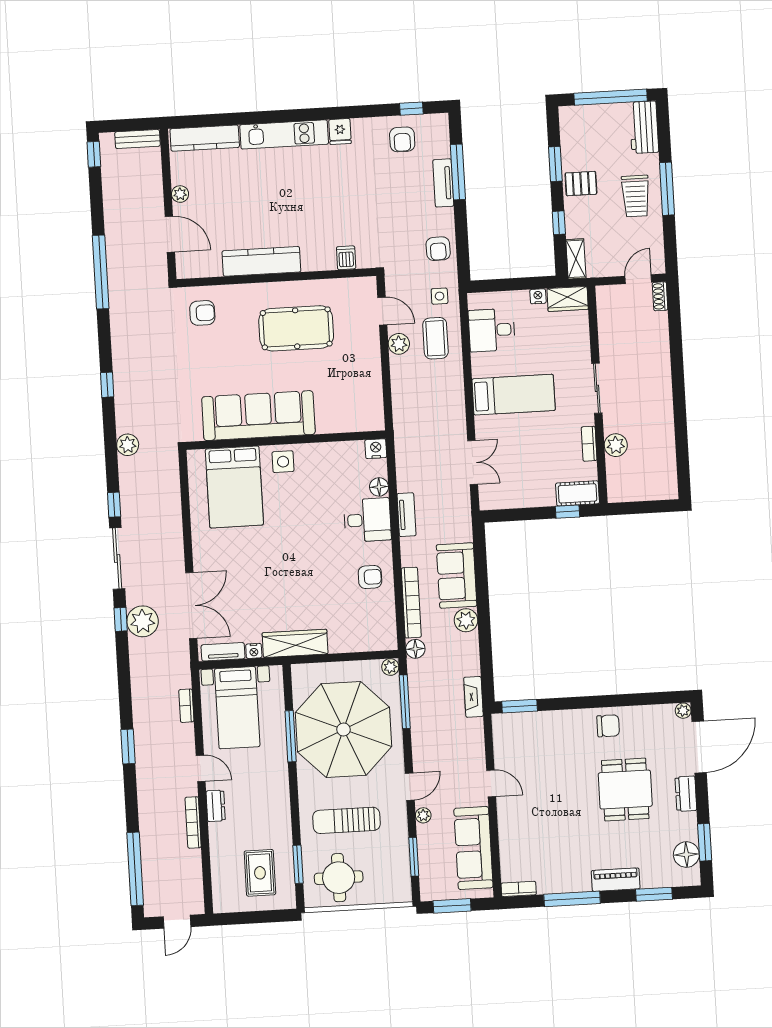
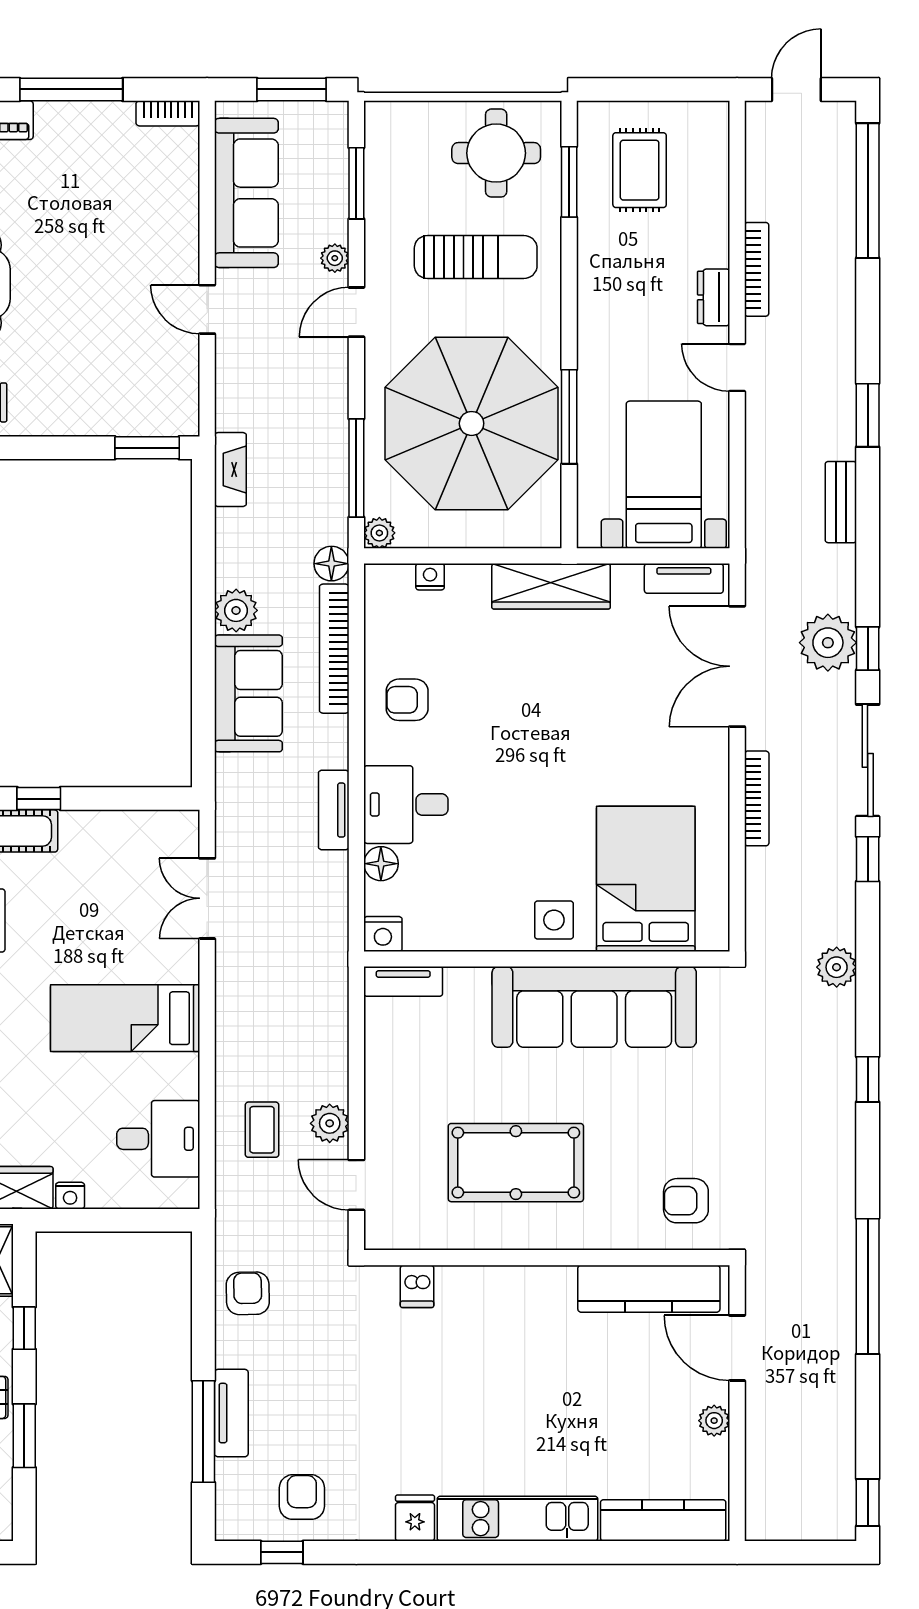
bench: (138, 139) -> (841, 502), moved, turned 90
kitchen counter: (261, 261) -> (649, 1289), moved
side table: (440, 296) -> (250, 1206), removed
coffee table: (435, 338) -> (262, 1130), width x0.73, depth x0.77
tv unit: (363, 423) -> (403, 981), added
nightstand: (254, 651) -> (430, 577), moved
bookcase: (186, 706) -> (757, 798), moved, width x1.56

